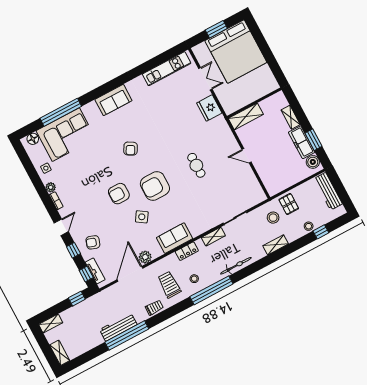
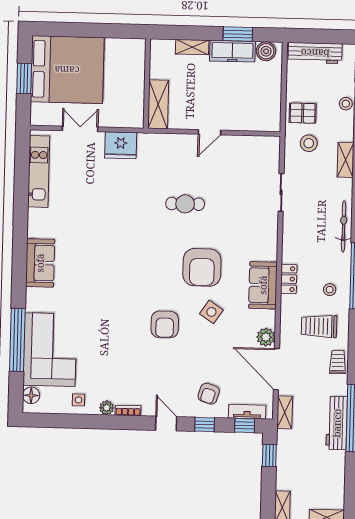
armchair: (131, 149) -> (115, 276), removed
armchair: (155, 186) -> (202, 267), moved
shelving: (213, 237) -> (285, 412), moved

